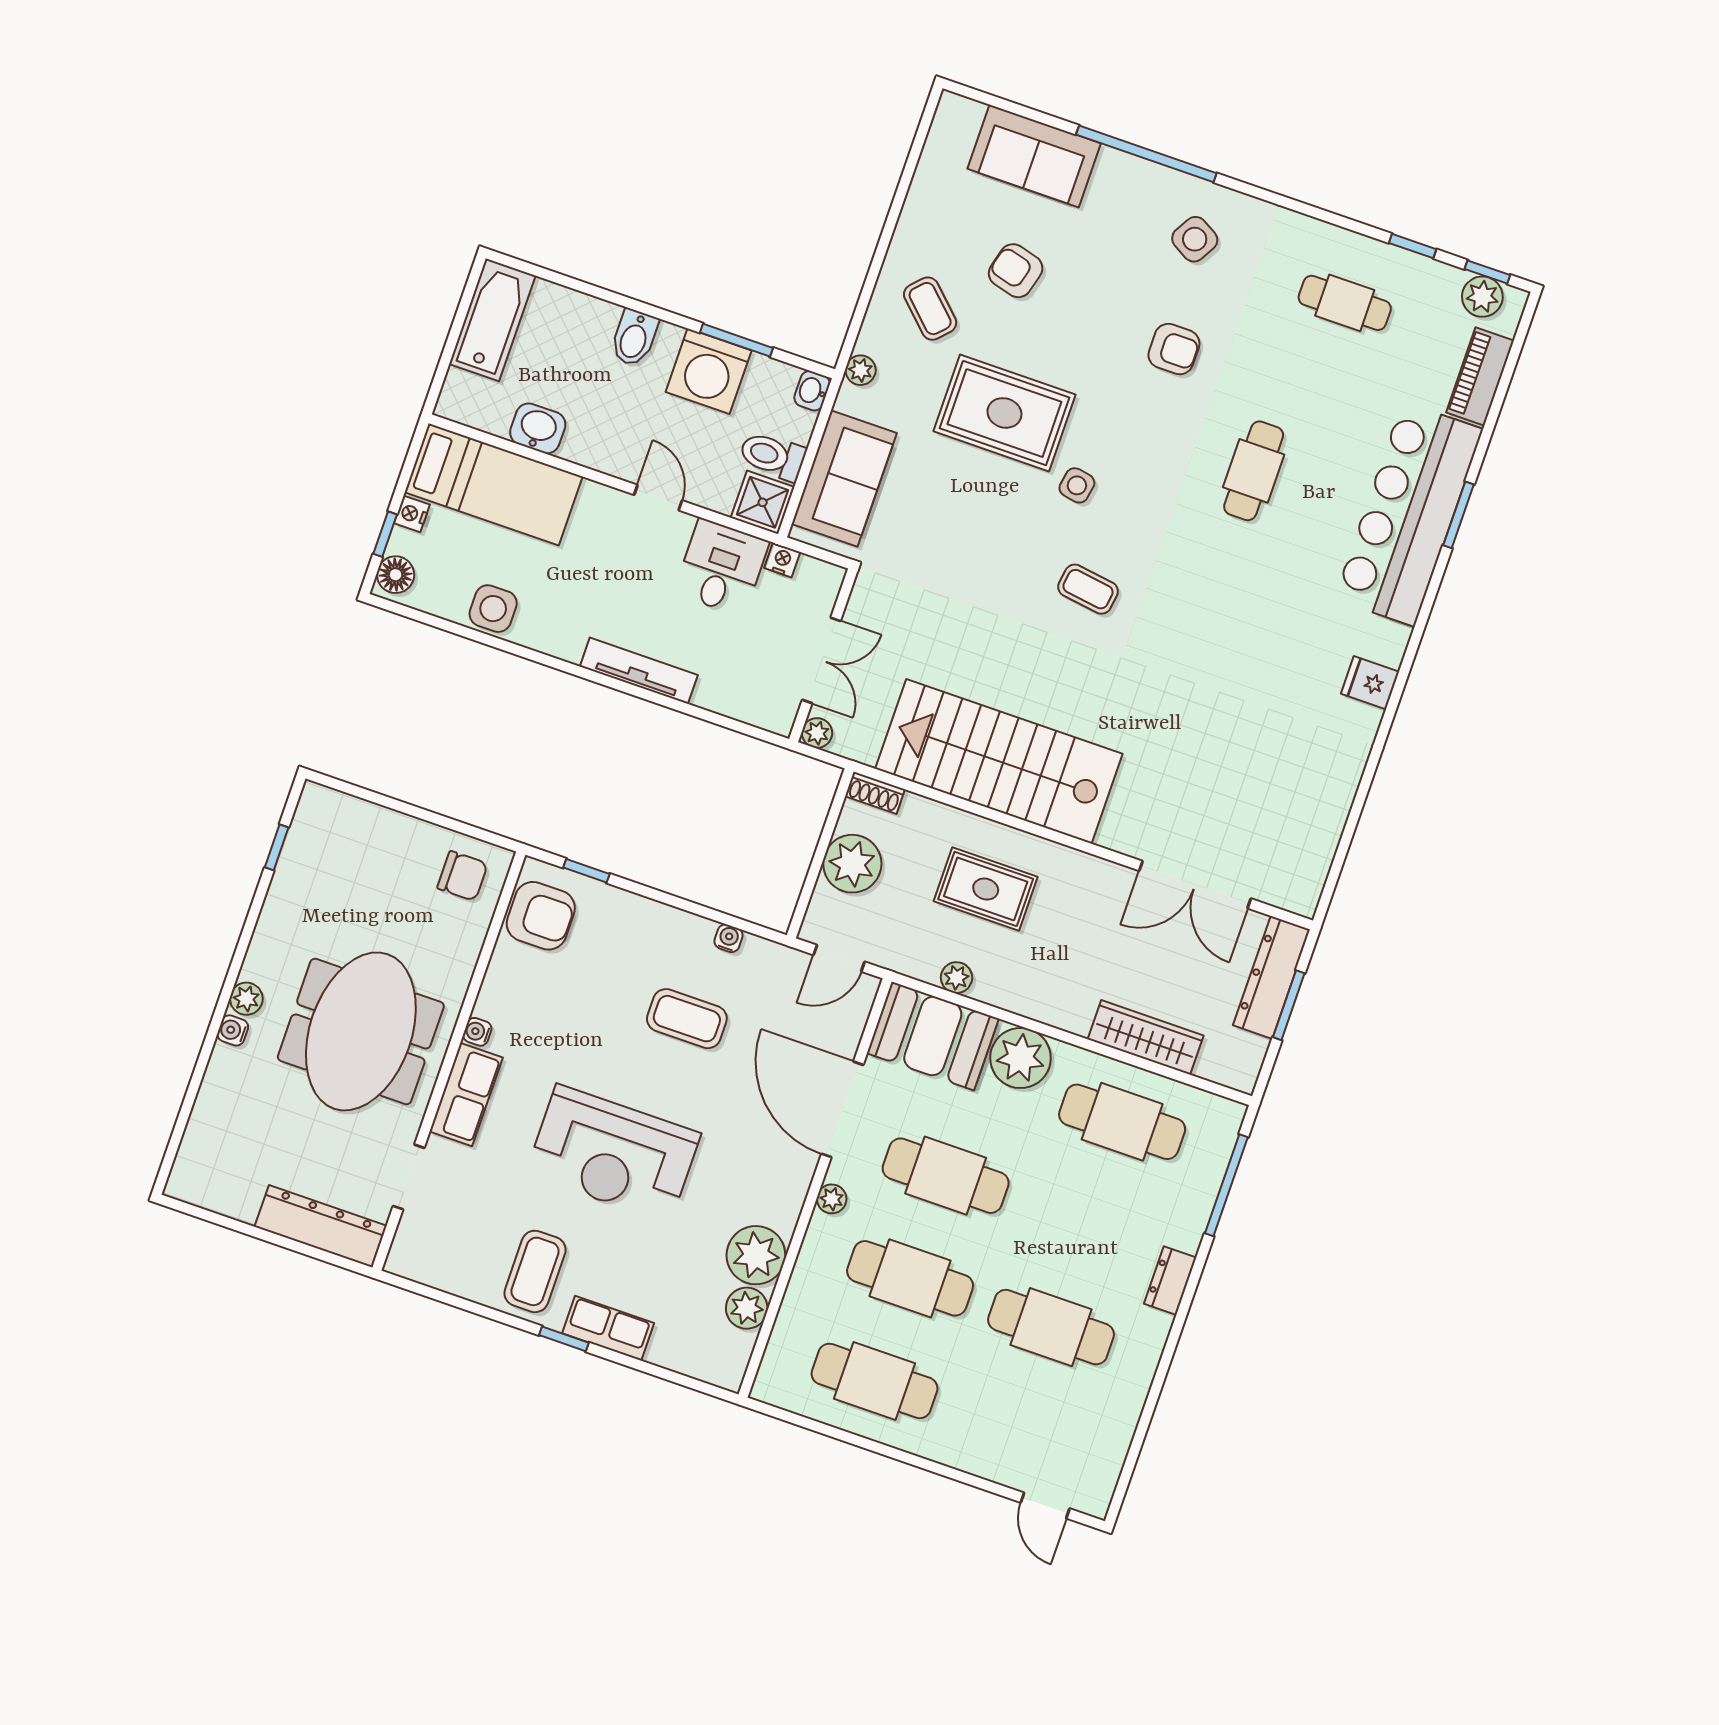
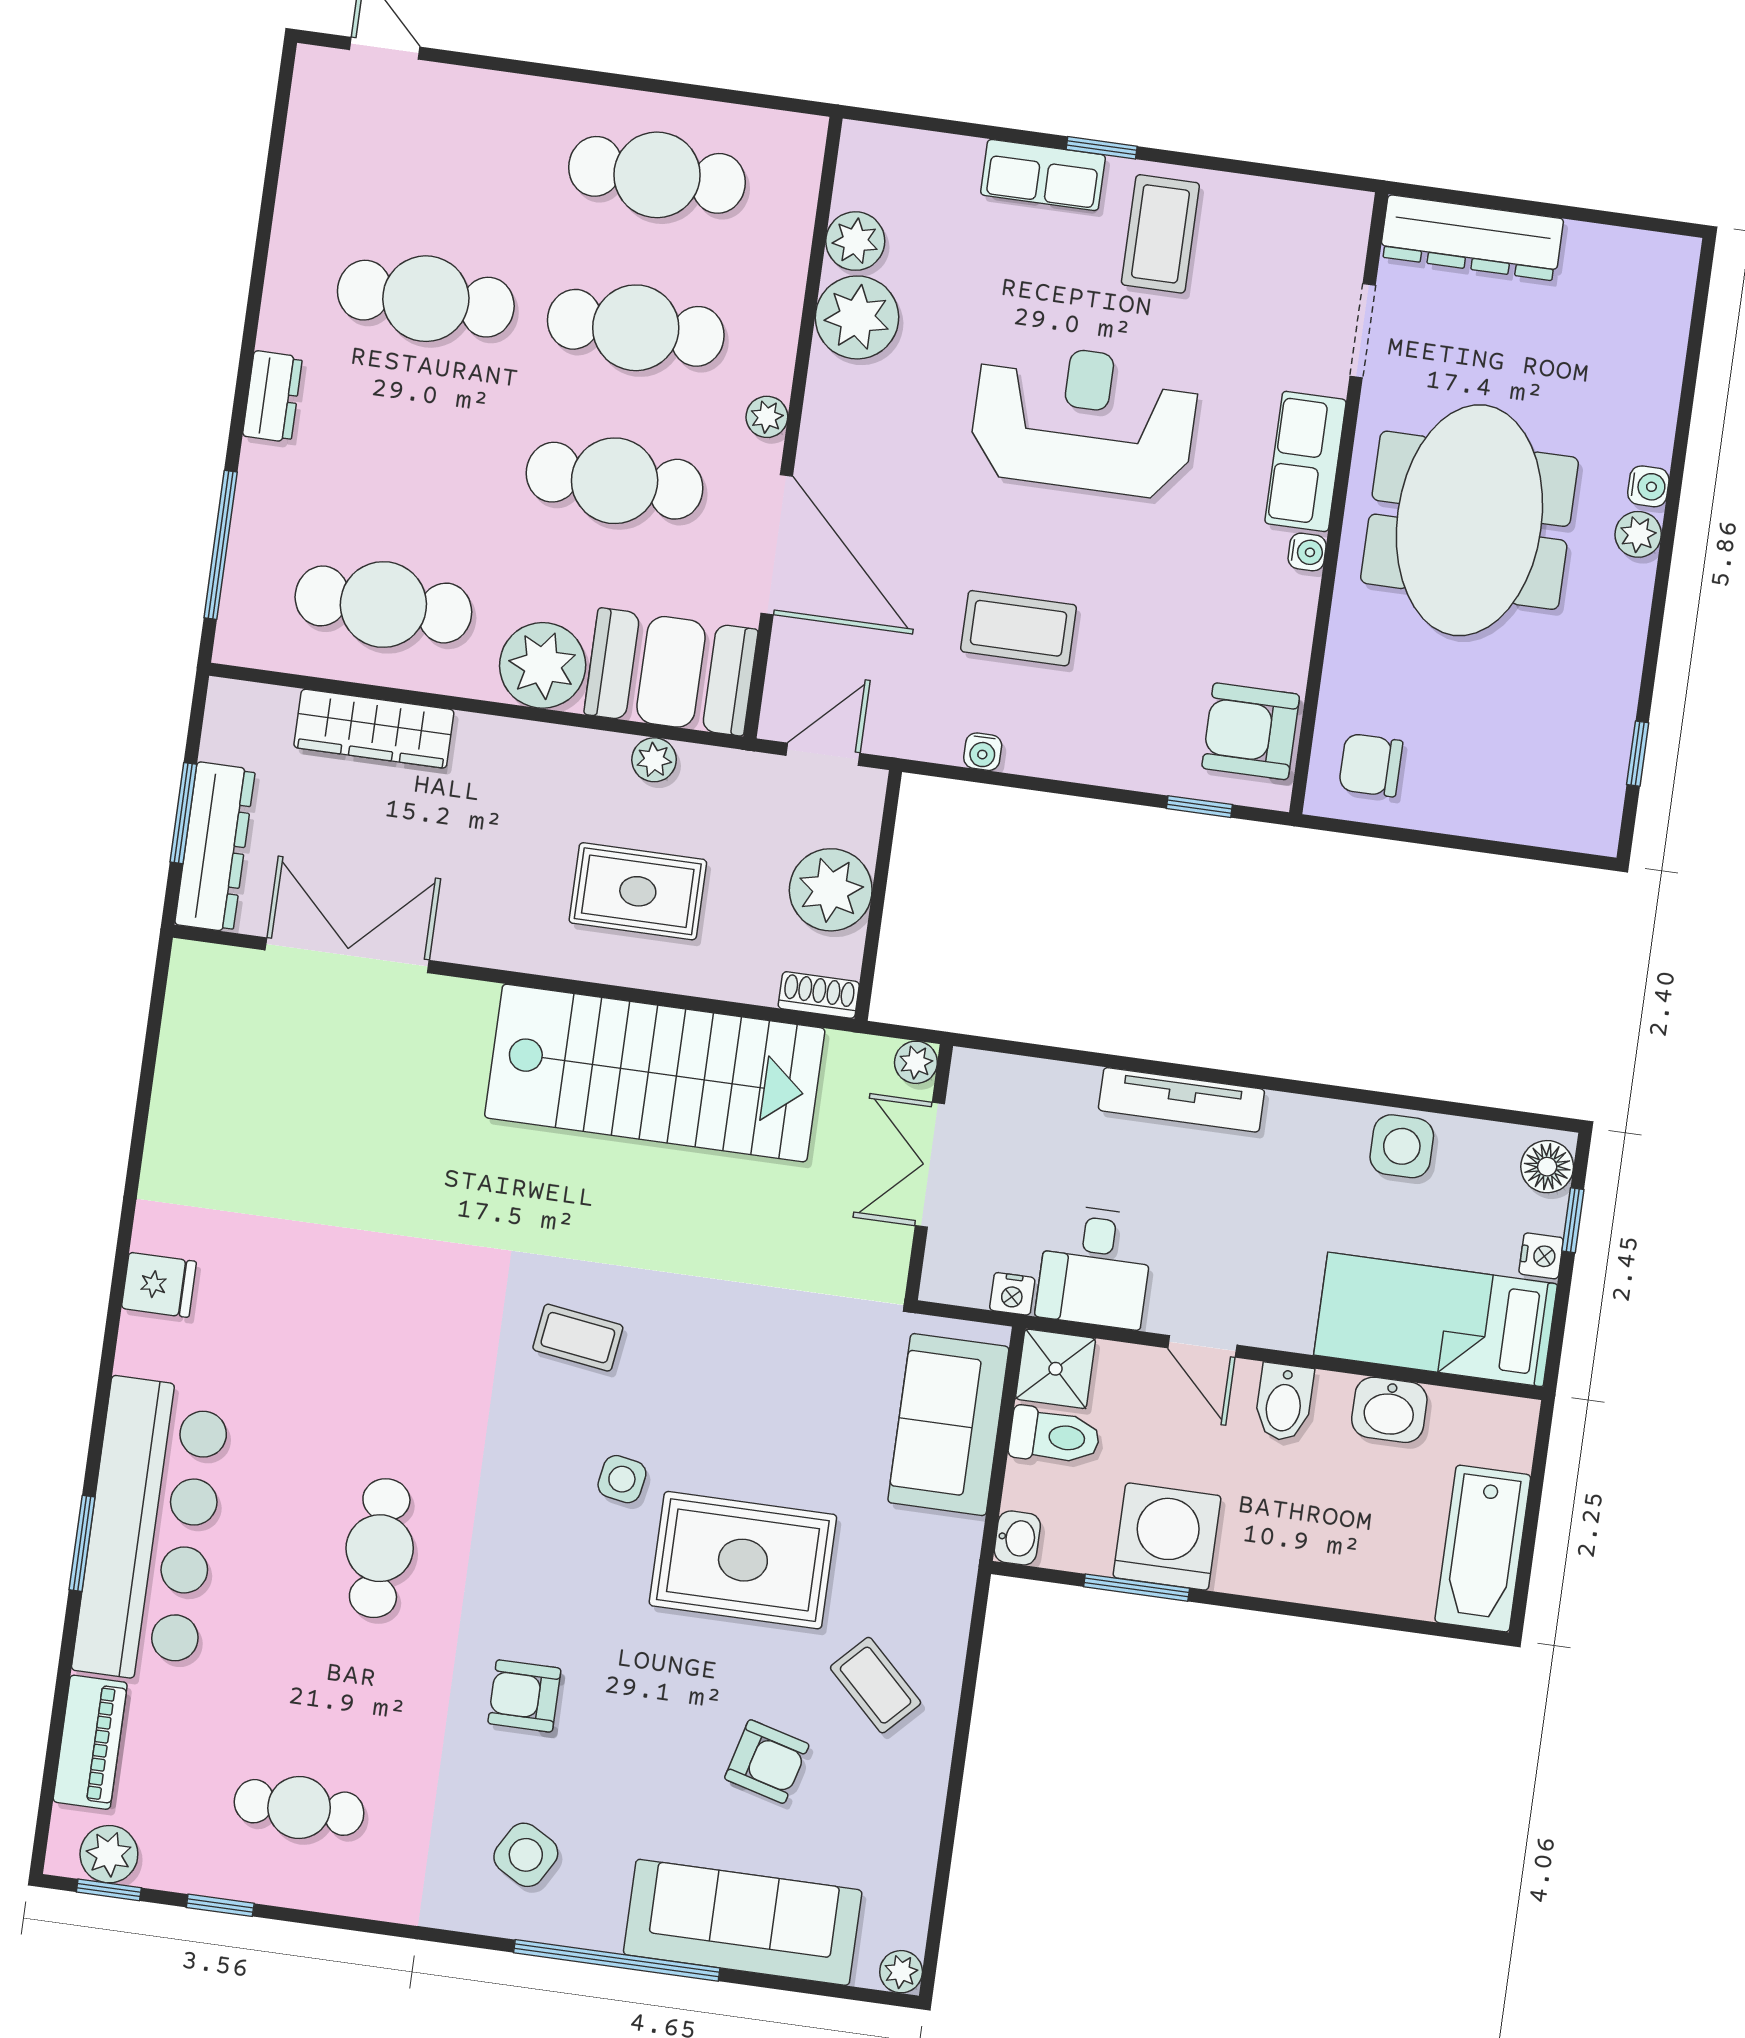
sofa: (1034, 156) -> (743, 1922), width x1.36
bidet: (634, 338) -> (1284, 1402), moved, turned 180
plant: (861, 370) -> (901, 1972), moved

